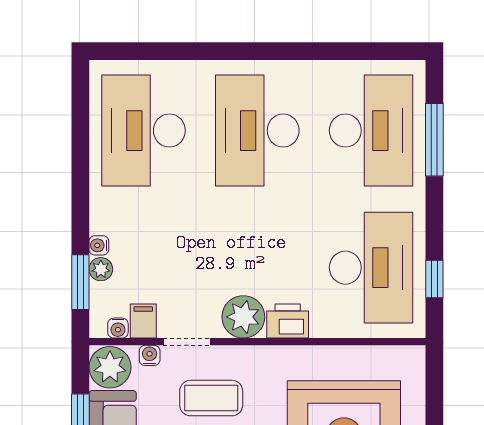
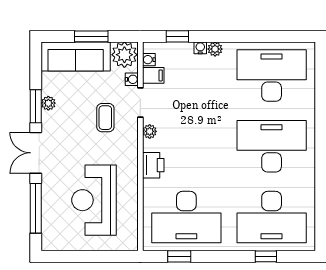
window: (434, 140) -> (266, 256), width x0.46
plant: (101, 269) -> (215, 49), moved
window: (80, 282) -> (177, 36), width x0.67
plant: (243, 317) -> (150, 131), width x0.53, depth x0.53
coffee table: (211, 398) -> (105, 118), width x0.73, depth x0.77

